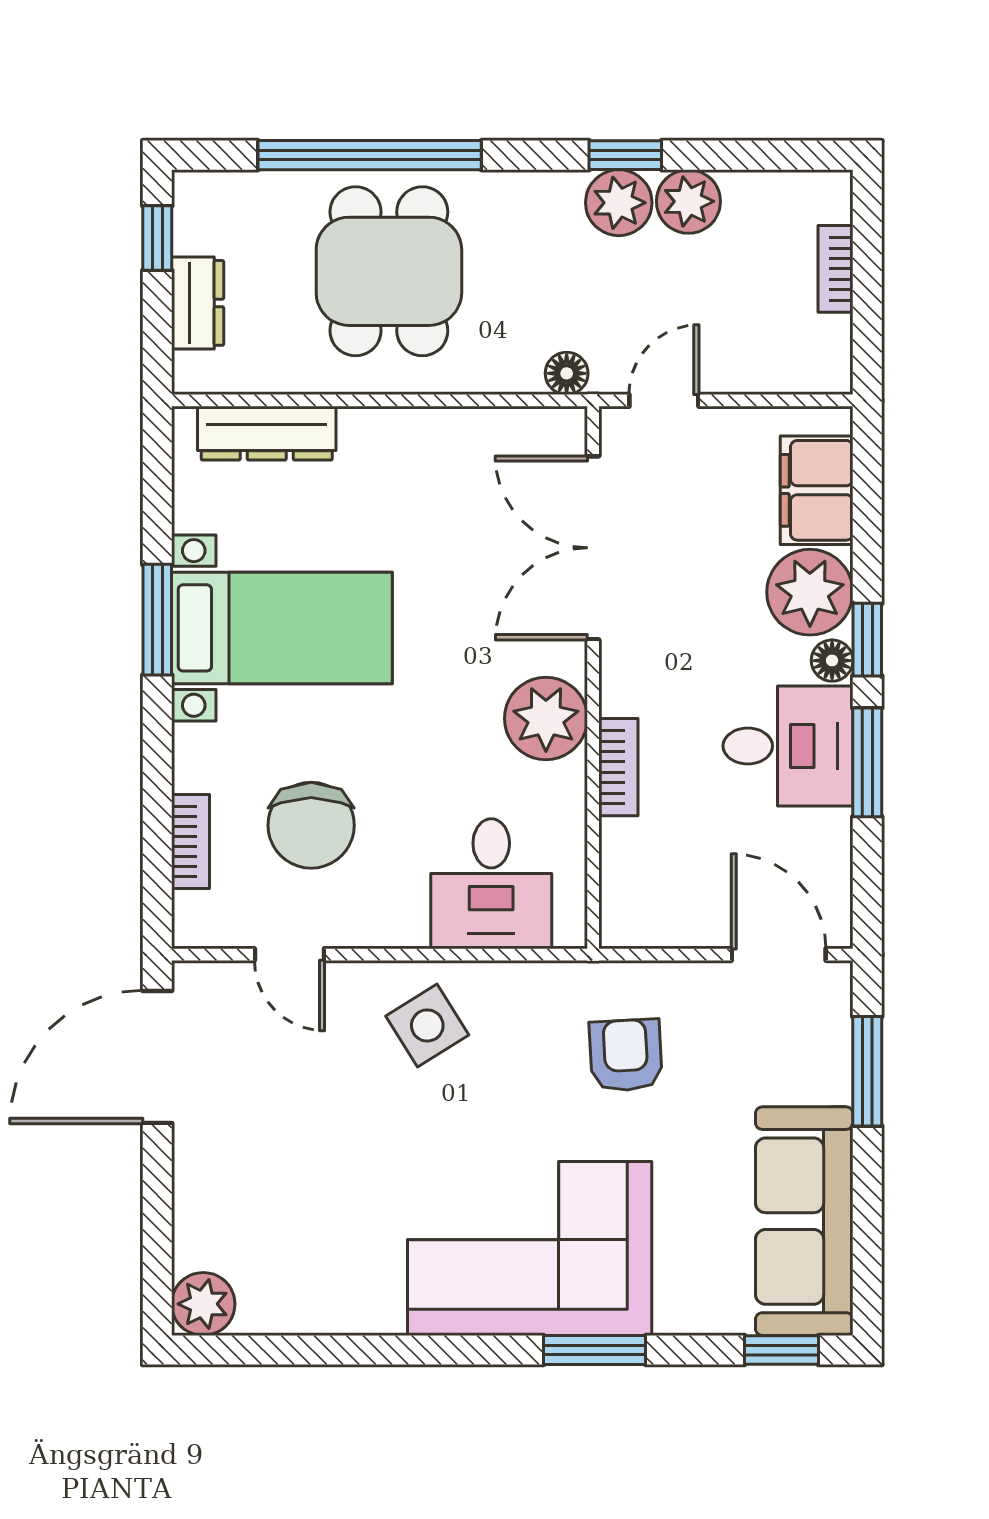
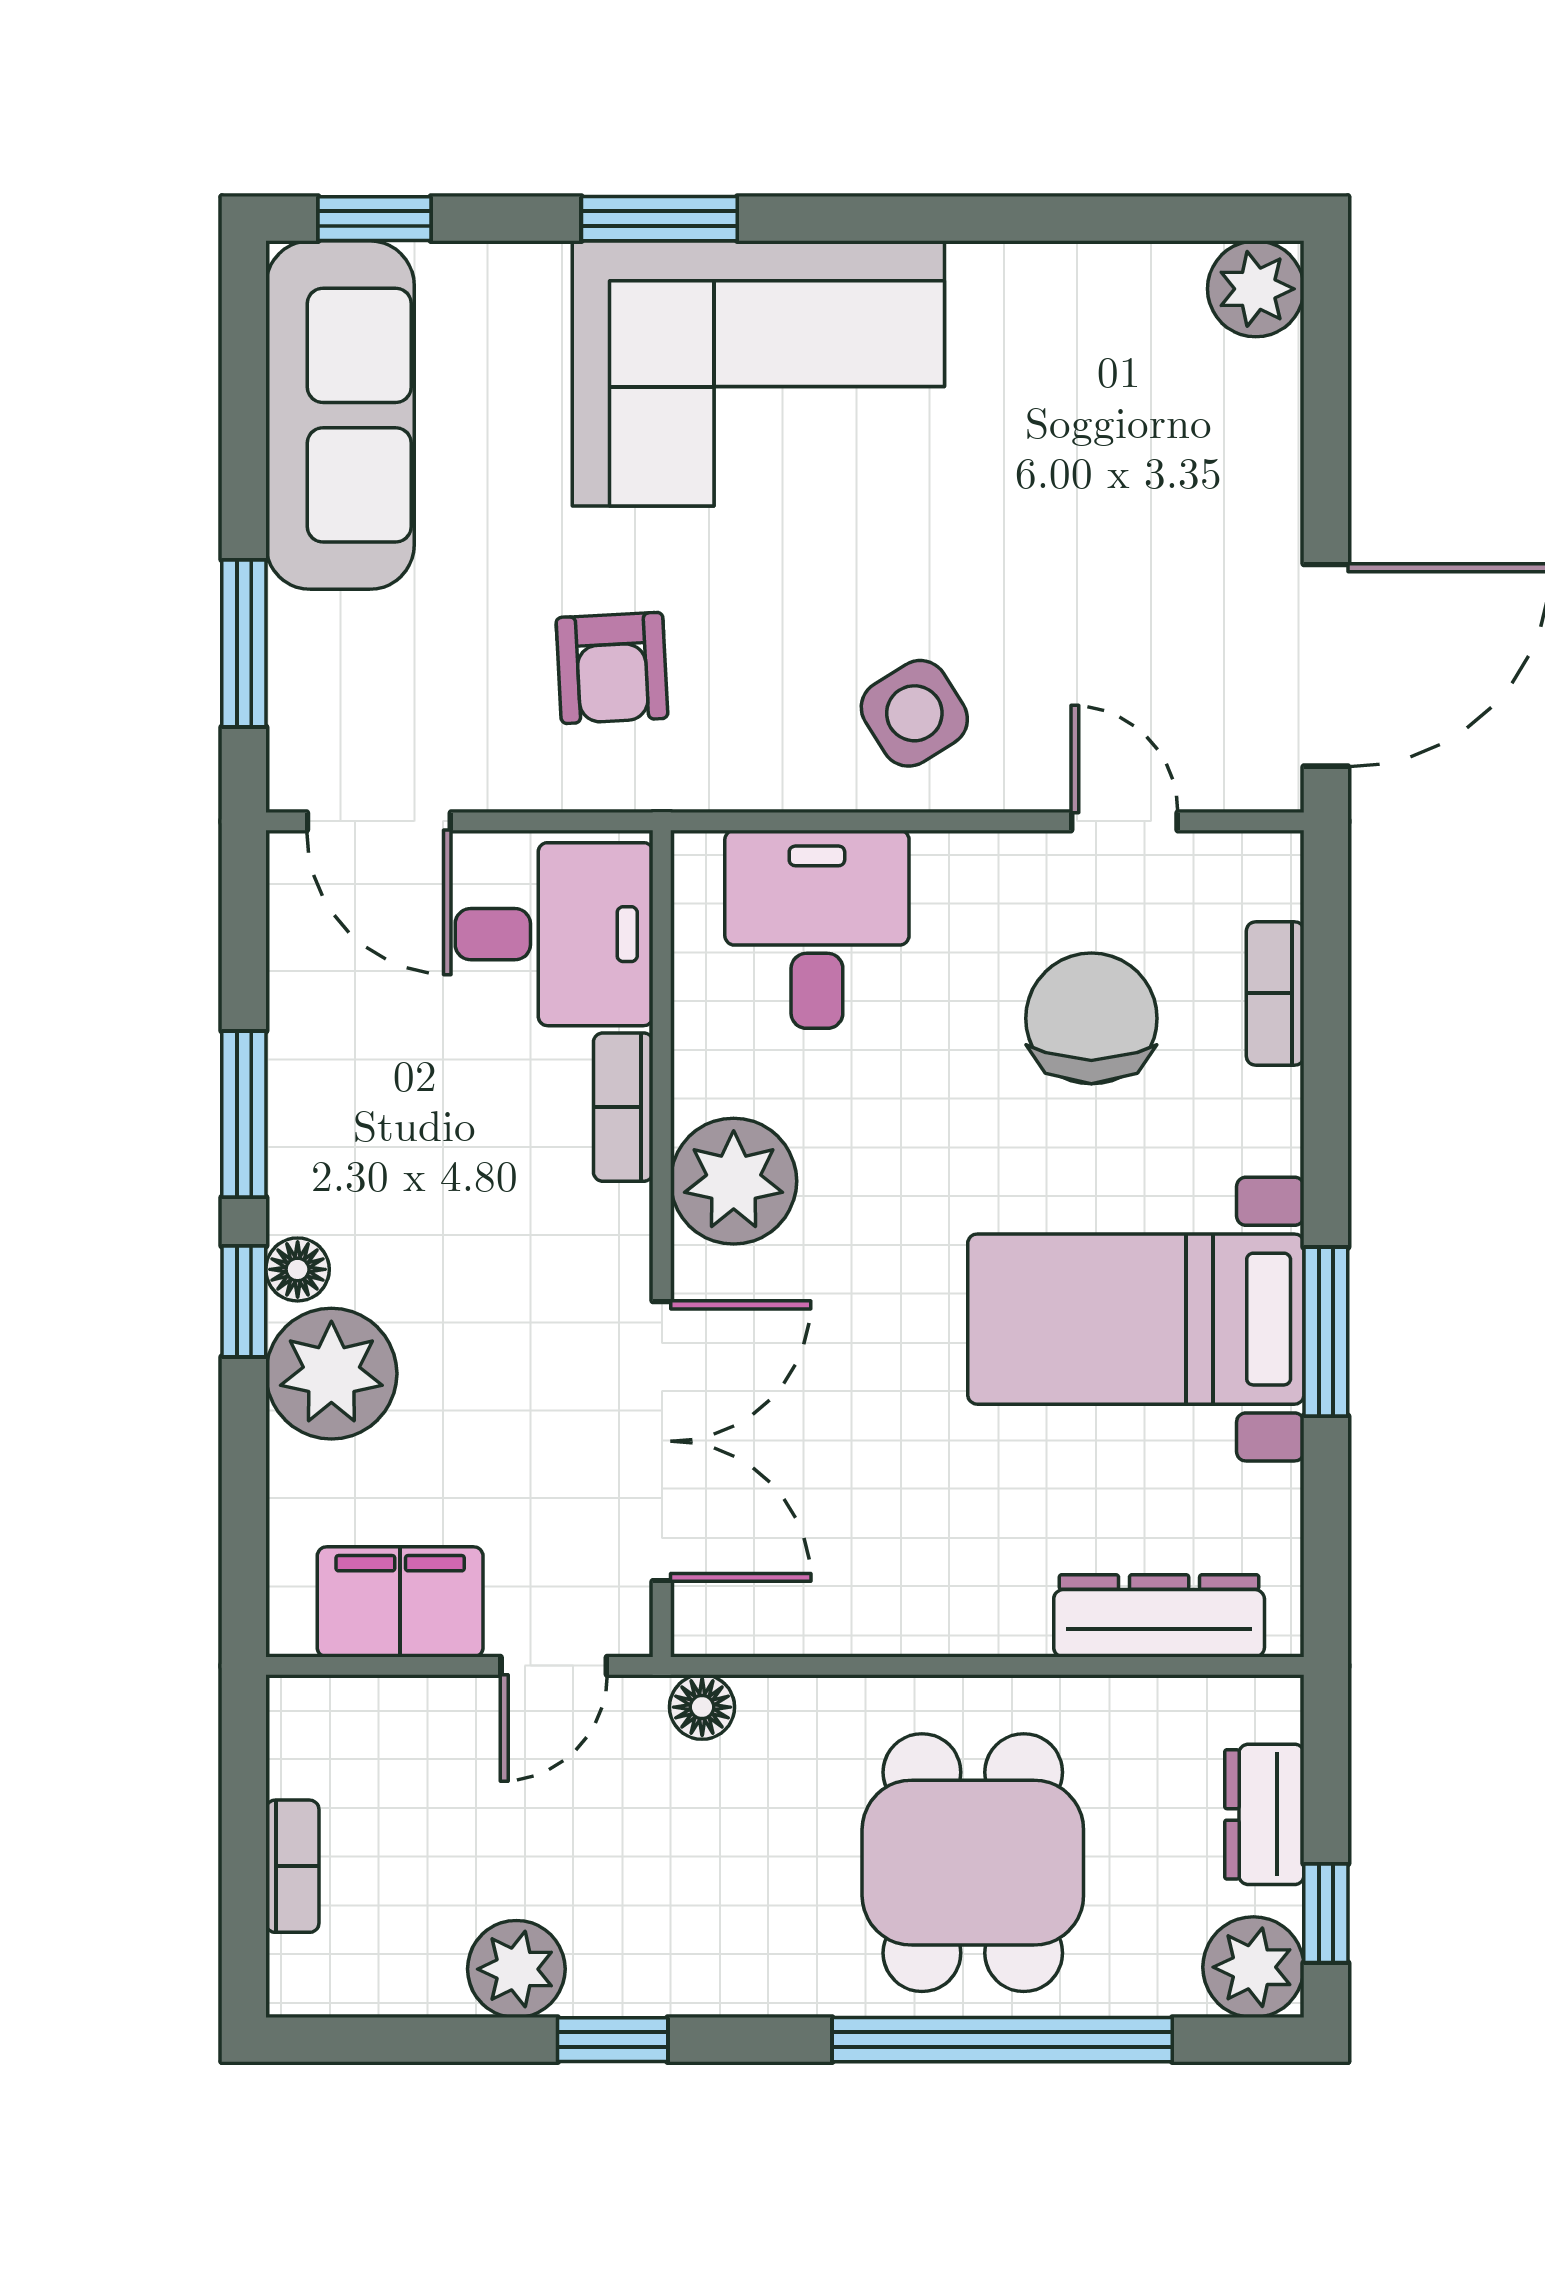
plant: (619, 203) -> (1253, 1967), moved
filing cabinet: (817, 490) -> (400, 1602), moved, turned -90
desk: (788, 746) -> (554, 934), moved, turned 180

